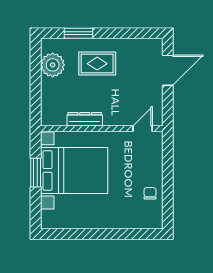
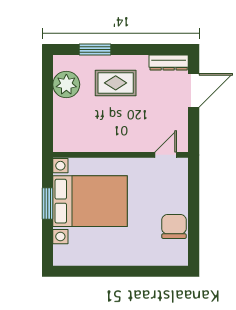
dresser: (85, 119) -> (169, 63), moved, turned 180
chair: (150, 193) -> (174, 226), width x1.87, depth x1.87

